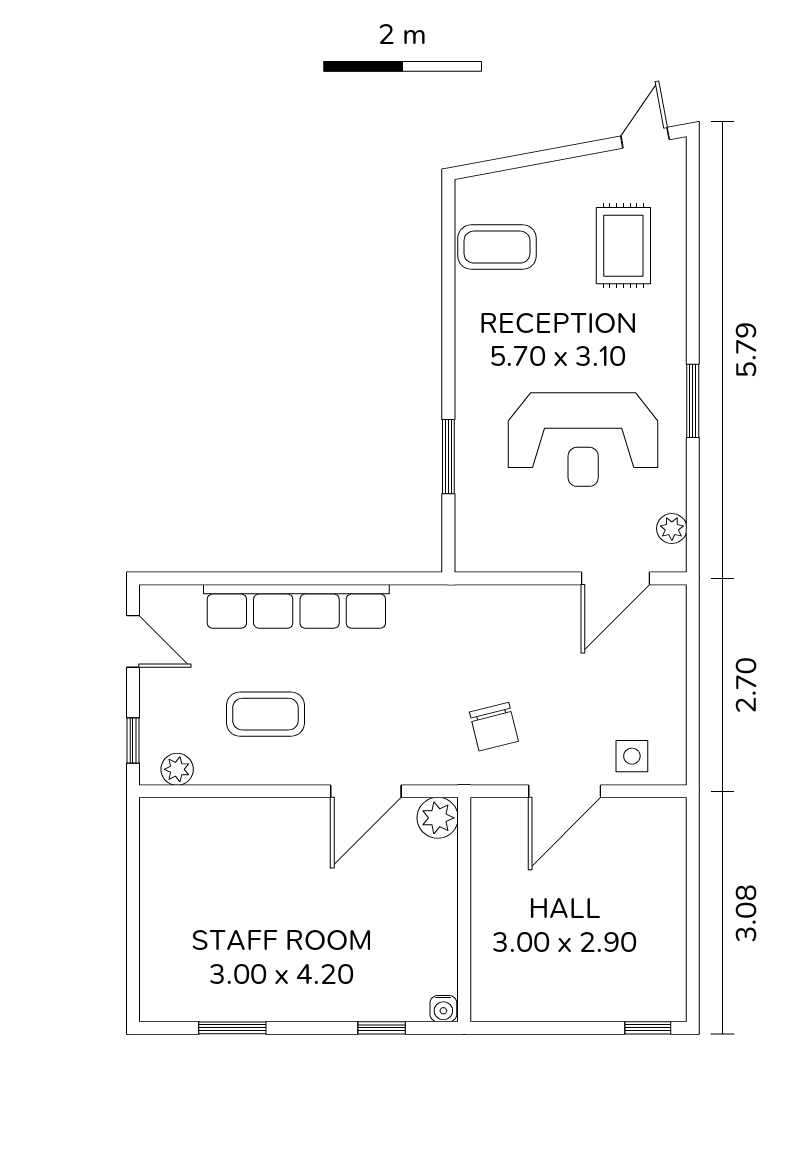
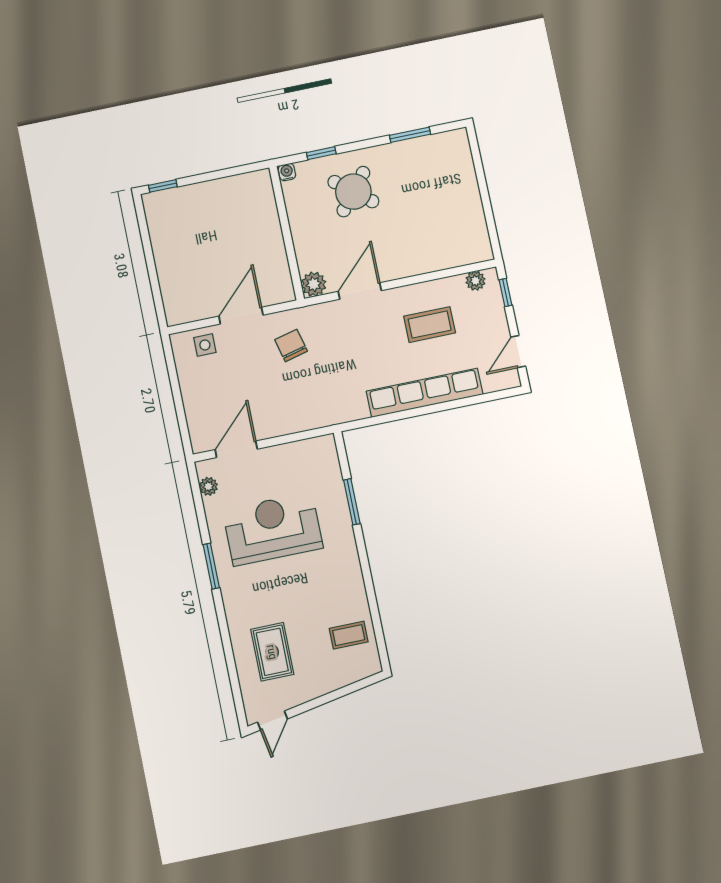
coffee table: (497, 247) -> (349, 635), width x0.73, depth x0.77
door: (133, 641) -> (518, 352), hinge flipped
round table: (343, 954) -> (353, 192), added

